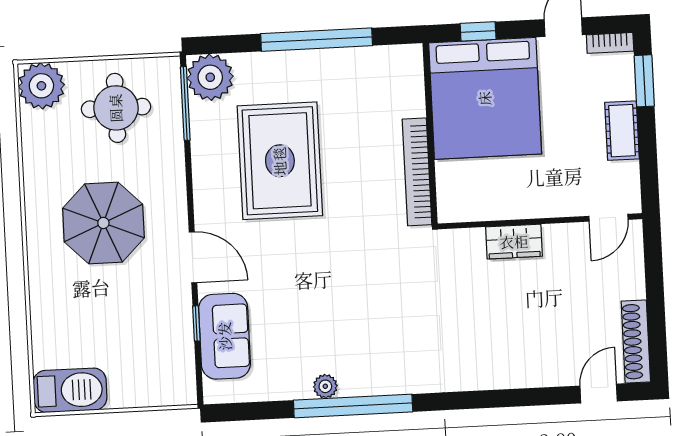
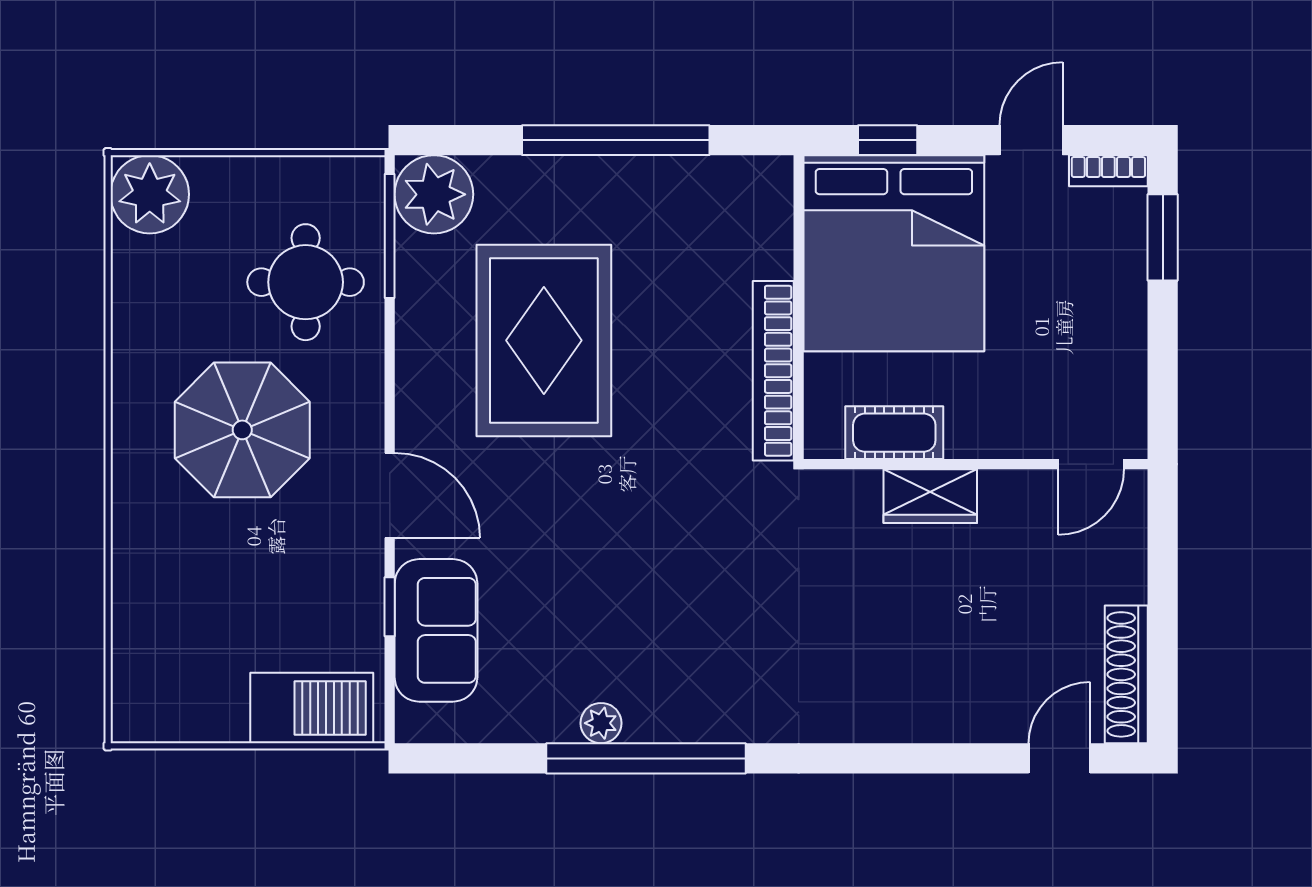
round table: (116, 108) -> (306, 282), moved
cot: (622, 131) -> (894, 433), moved, turned 90
barbecue: (70, 390) -> (312, 708), moved

